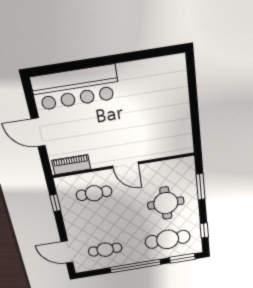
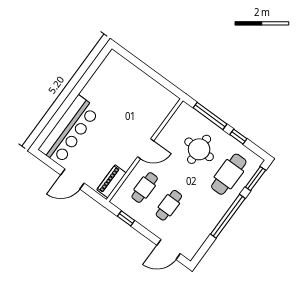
window: (201, 187) -> (210, 116), width x1.44
window: (204, 230) -> (238, 137), moved
cafe table: (105, 250) -> (169, 205), moved

